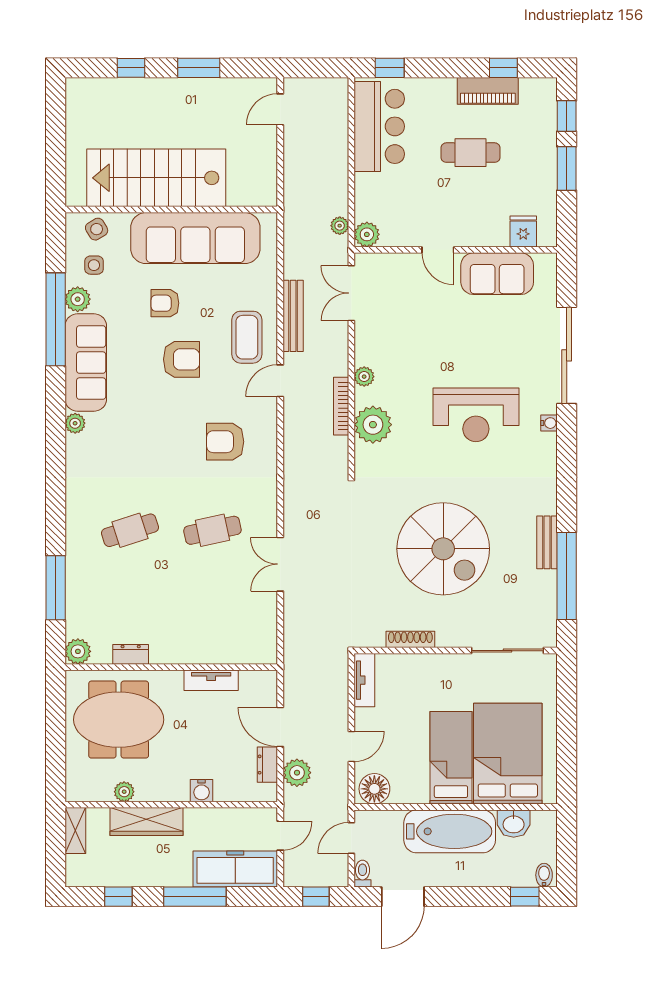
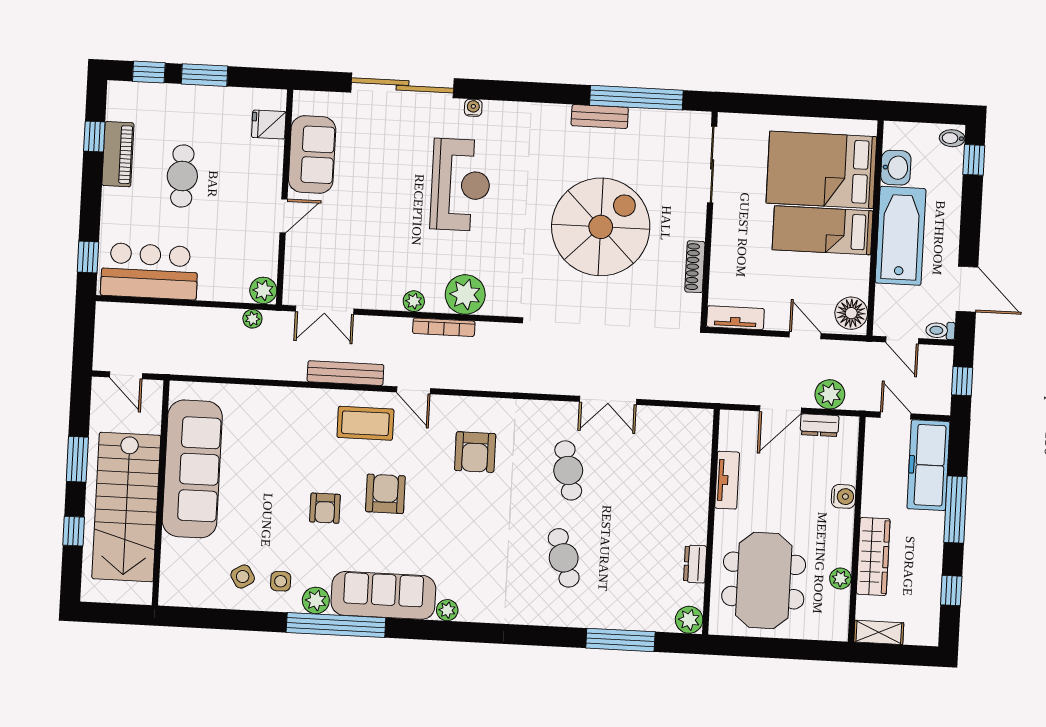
stairs: (156, 178) -> (126, 507), moved
wall: (171, 210) -> (161, 493), moved
sofa: (195, 238) -> (192, 469), moved

